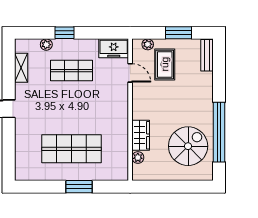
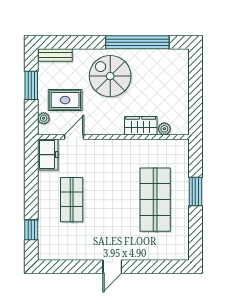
window: (65, 33) -> (31, 230), moved
plant: (46, 45) -> (44, 226), removed
shelving: (21, 68) -> (68, 253), removed
spiral stairs: (188, 146) -> (110, 76), moved

